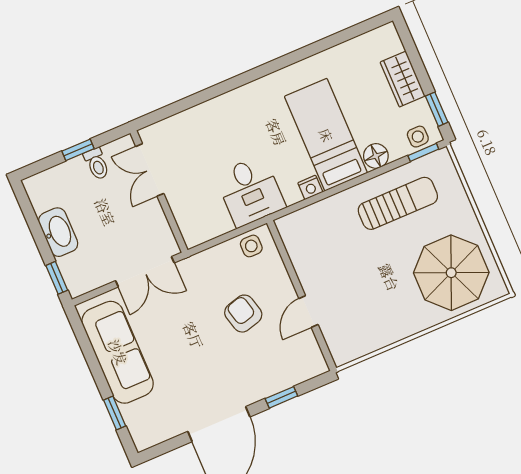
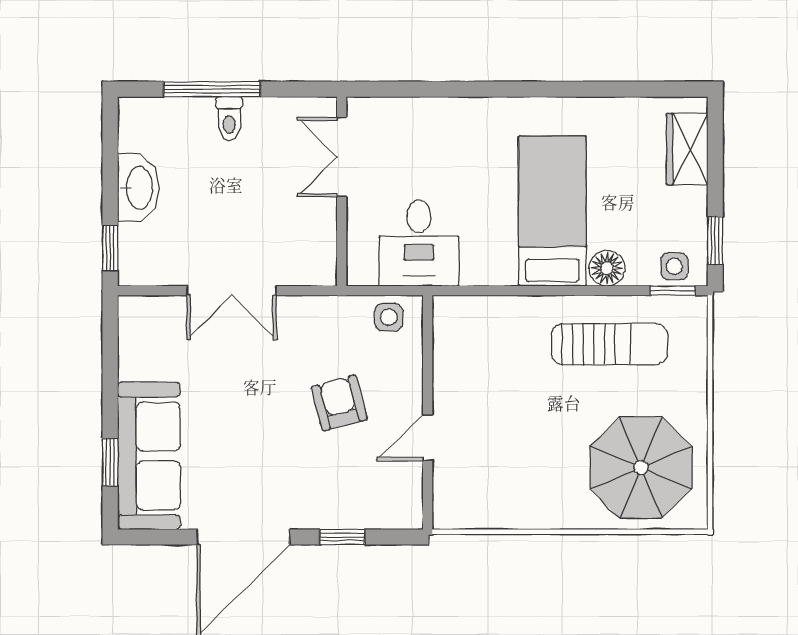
wardrobe: (403, 79) -> (687, 149), moved
window: (78, 150) -> (212, 89), width x2.17
double door: (150, 170) -> (342, 157), moved
nightstand: (310, 187) -> (501, 273), removed
wall: (159, 191) -> (342, 191), moved
sofa: (118, 352) -> (149, 456), moved

